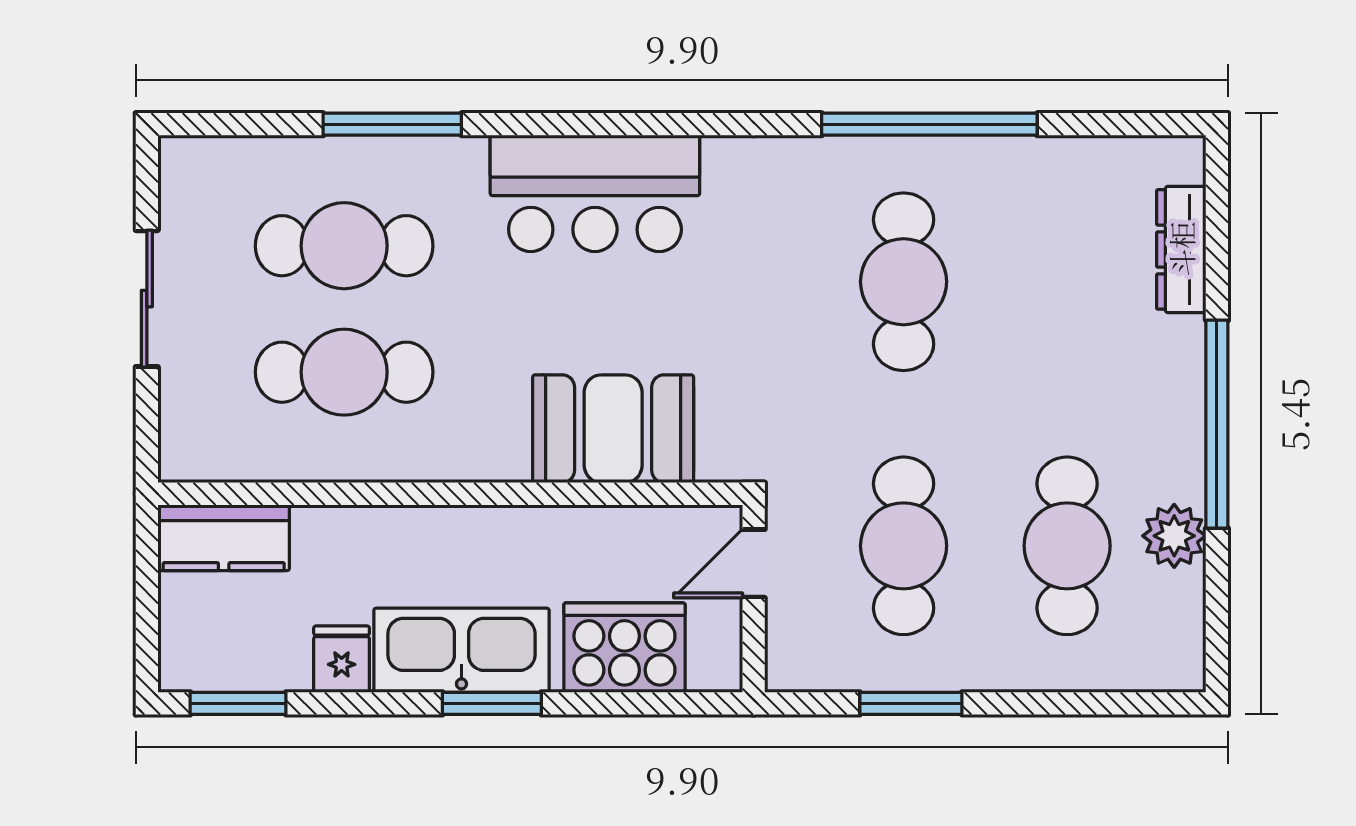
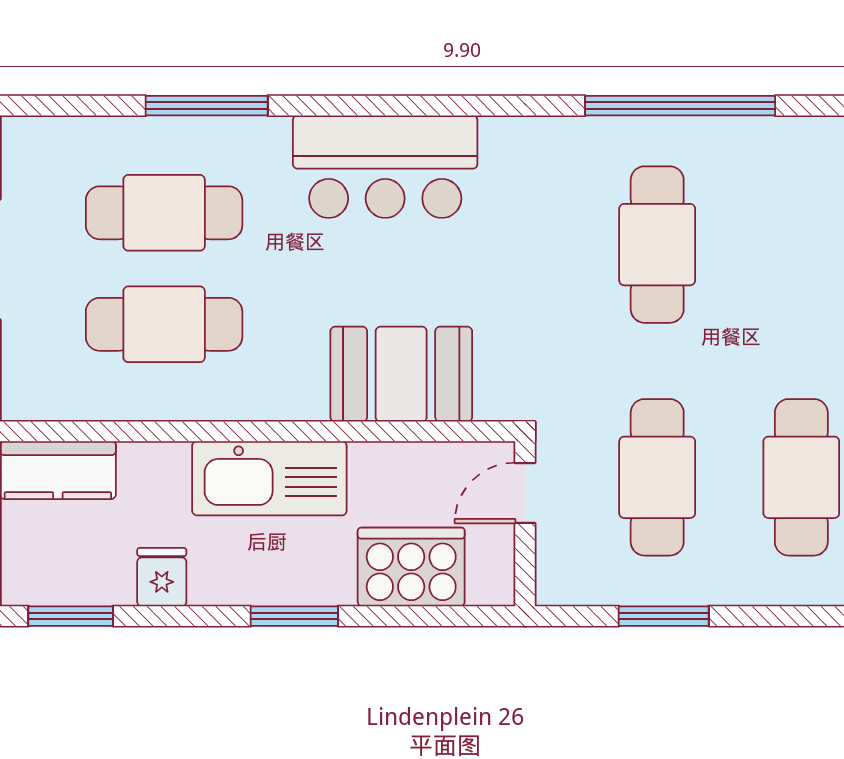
kitchen sink: (461, 650) -> (269, 478), moved, turned 180

